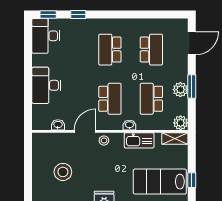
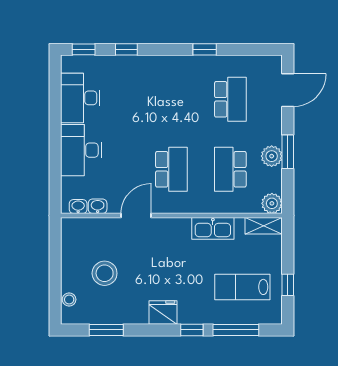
window: (133, 14) -> (205, 49), added
desk: (46, 36) -> (80, 98), moved
school desk: (110, 50) -> (171, 99), removed
washbasin: (129, 125) -> (78, 207), moved
stool: (104, 140) -> (69, 299), moved
lab bench: (160, 182) -> (242, 287), width x0.73, depth x0.72

